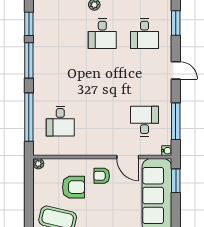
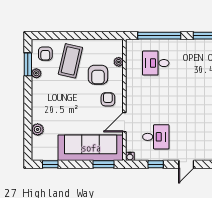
door: (176, 70) -> (186, 164), moved
window: (176, 121) -> (156, 164), width x0.46
plant: (38, 164) -> (119, 62), moved

